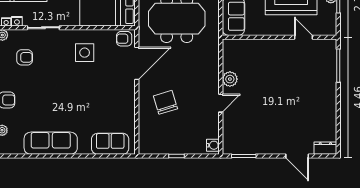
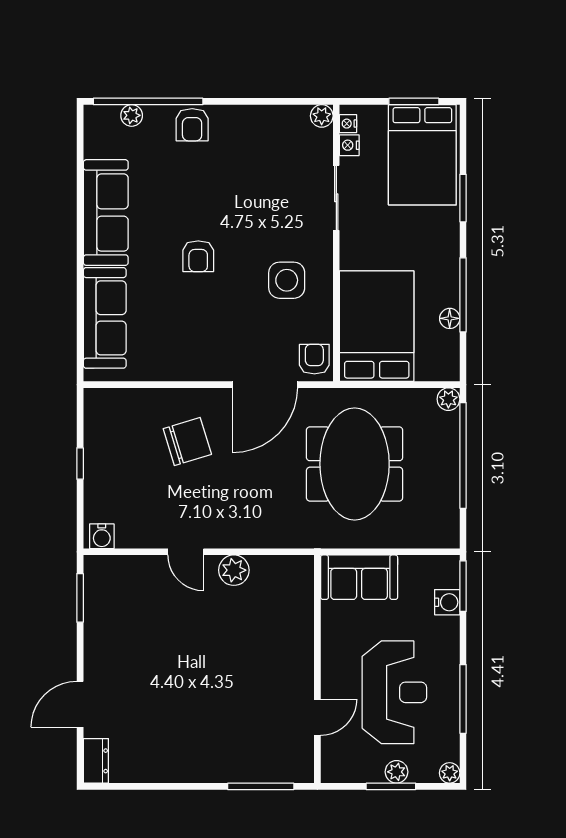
armchair: (25, 57) -> (198, 256), moved
door: (137, 63) -> (265, 385), hinge flipped
sofa: (110, 144) -> (105, 318), width x1.36

